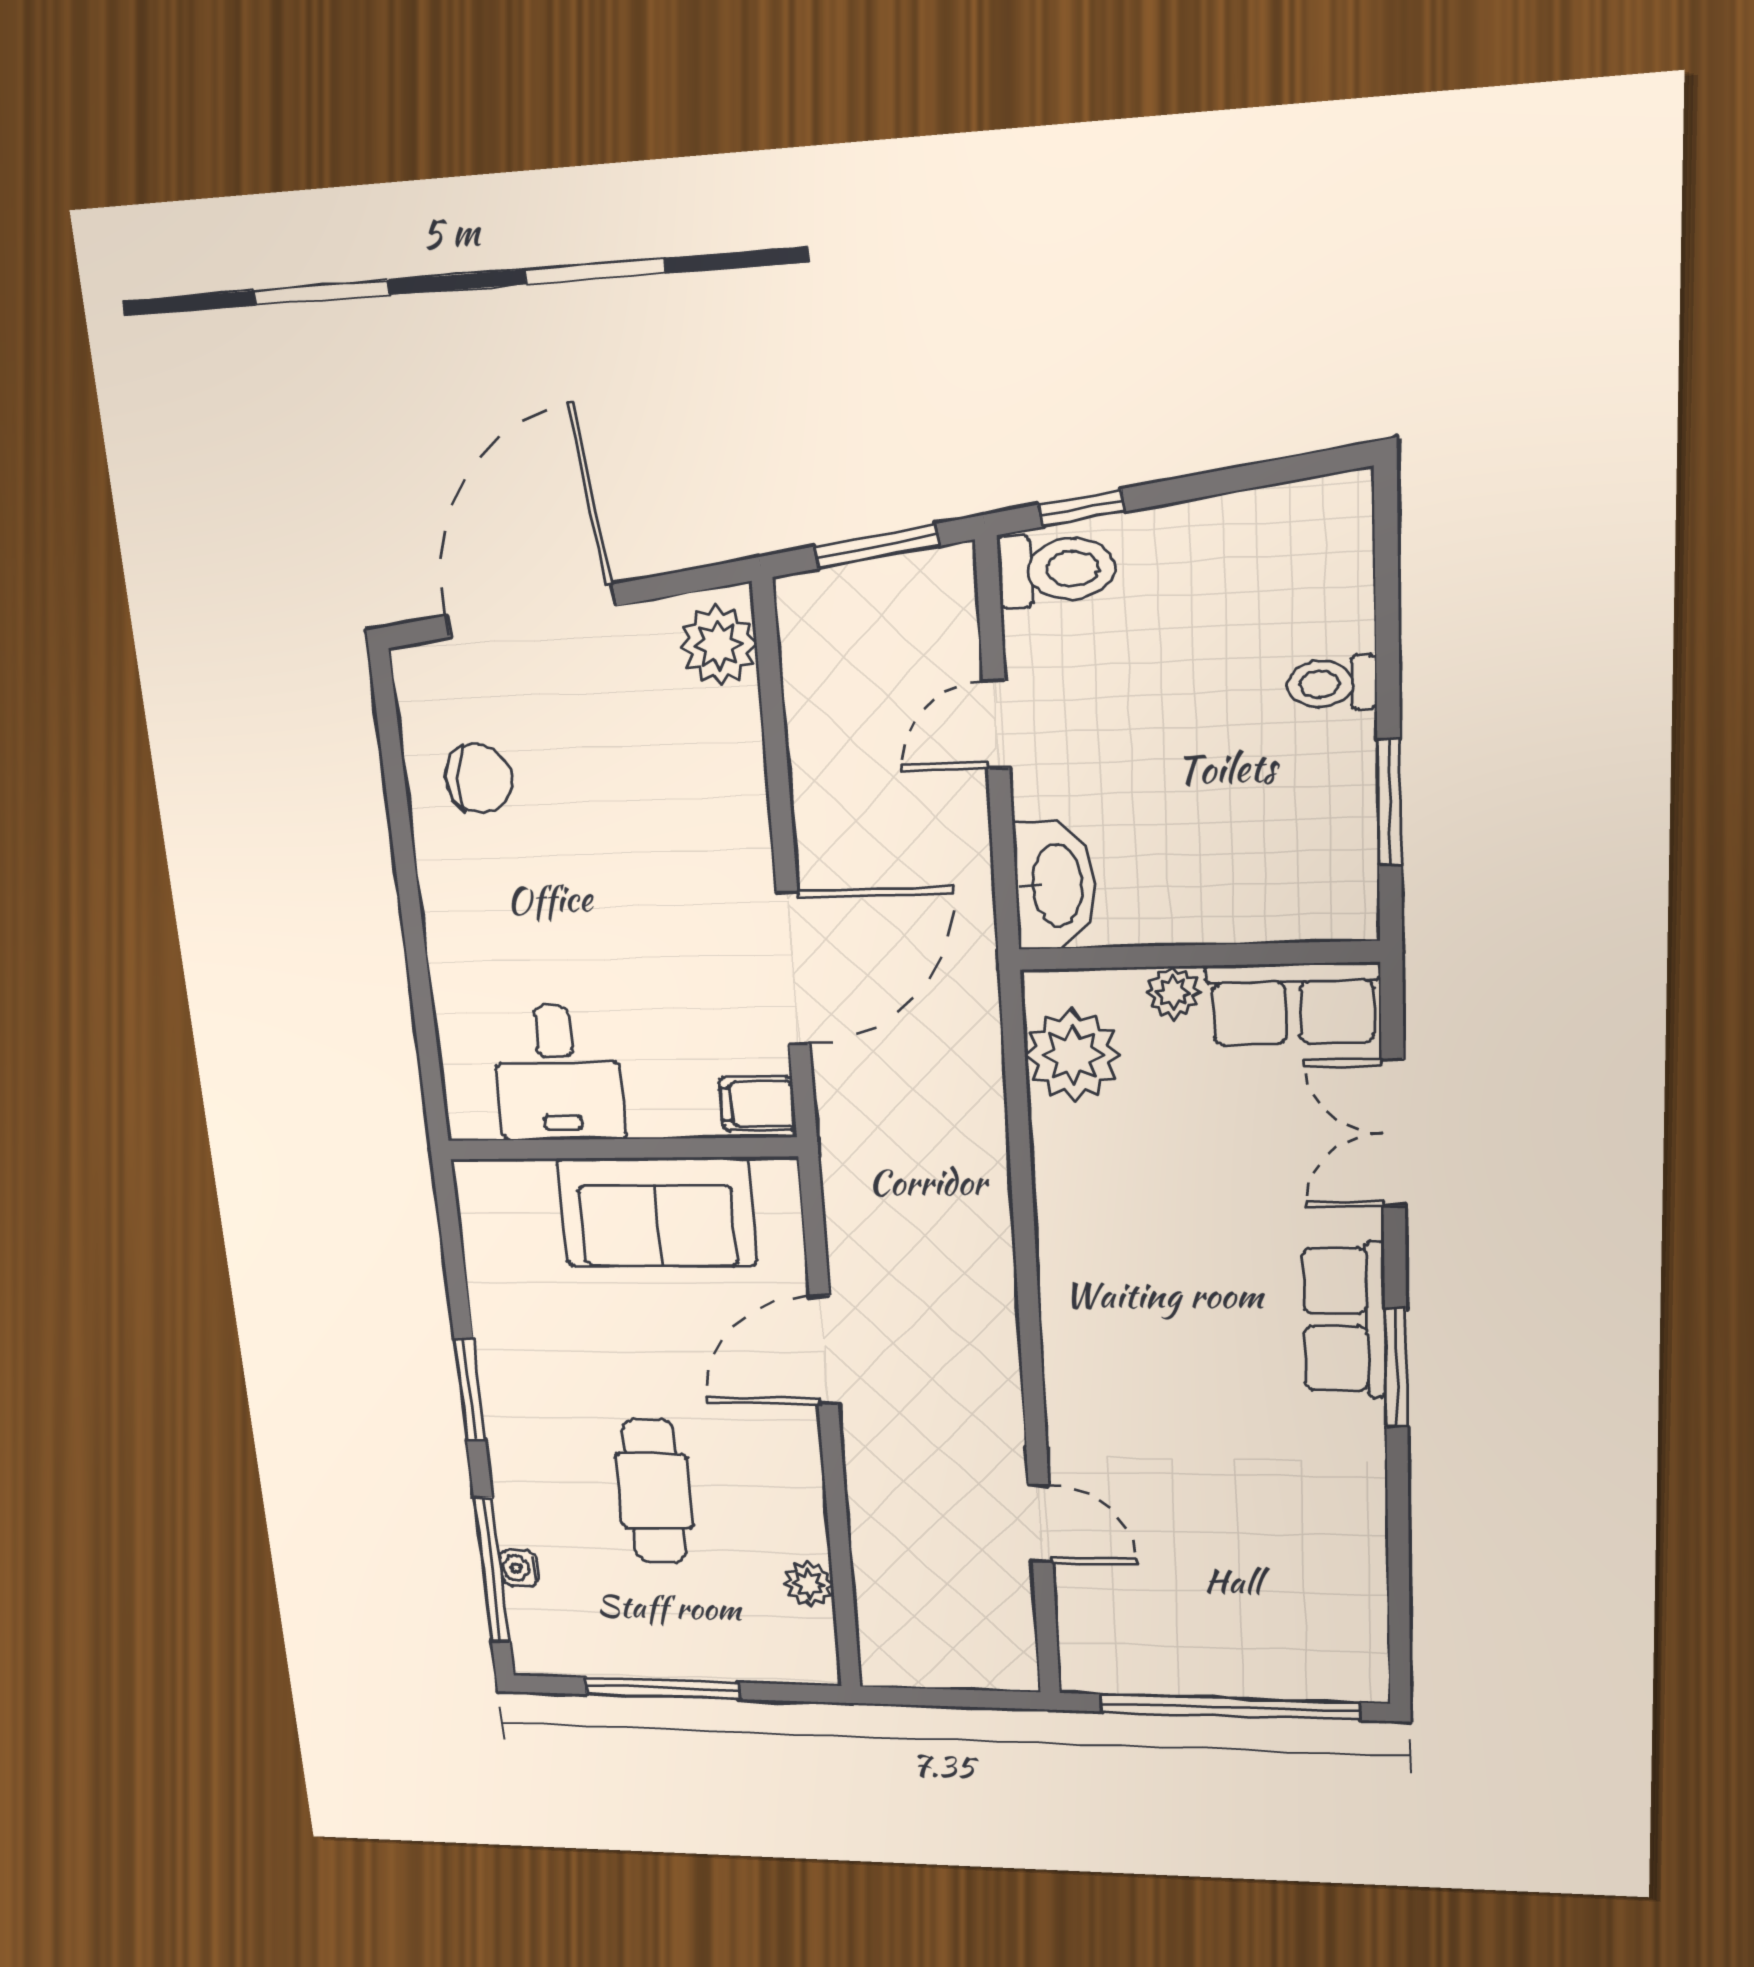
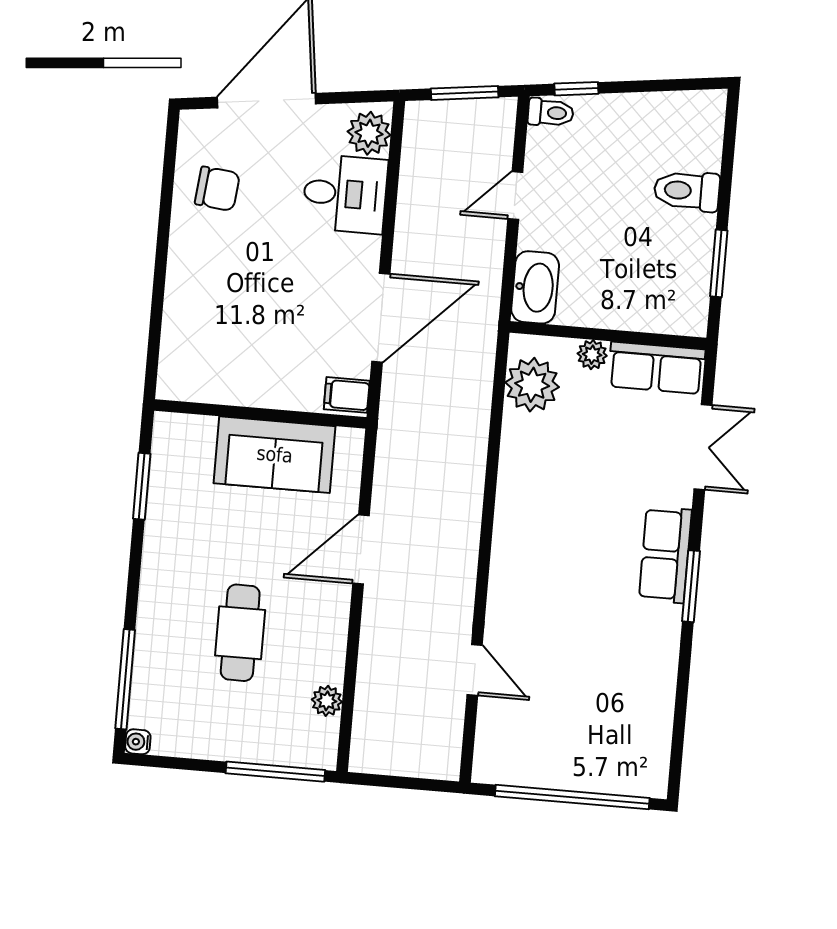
toilet: (1056, 570) -> (551, 113), width x0.73, depth x0.72
toilet: (1332, 684) -> (687, 191), width x1.37, depth x1.39
desk: (558, 1073) -> (345, 194), moved, turned -90
double door: (1393, 1133) -> (703, 447), swing flipped
window: (470, 1390) -> (142, 486), moved
water cooler: (519, 1568) -> (138, 742), moved
window: (662, 1688) -> (275, 772), moved

